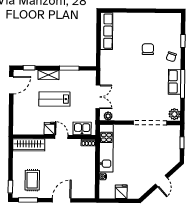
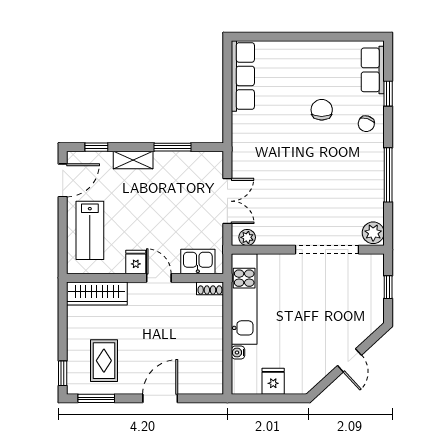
row of seats: (174, 82) -> (373, 70), moved
lab bench: (54, 99) -> (90, 230), moved, turned -90

